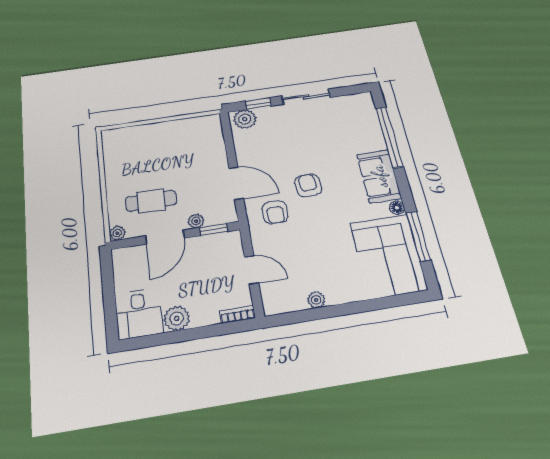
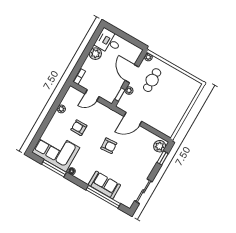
sliding door: (306, 97) -> (143, 191), moved
sofa: (379, 176) -> (104, 185), moved
armchair: (275, 212) -> (79, 128), moved

